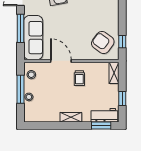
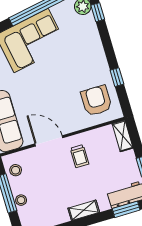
window: (122, 42) -> (117, 77), moved
armchair: (103, 43) -> (96, 101), turned 54

